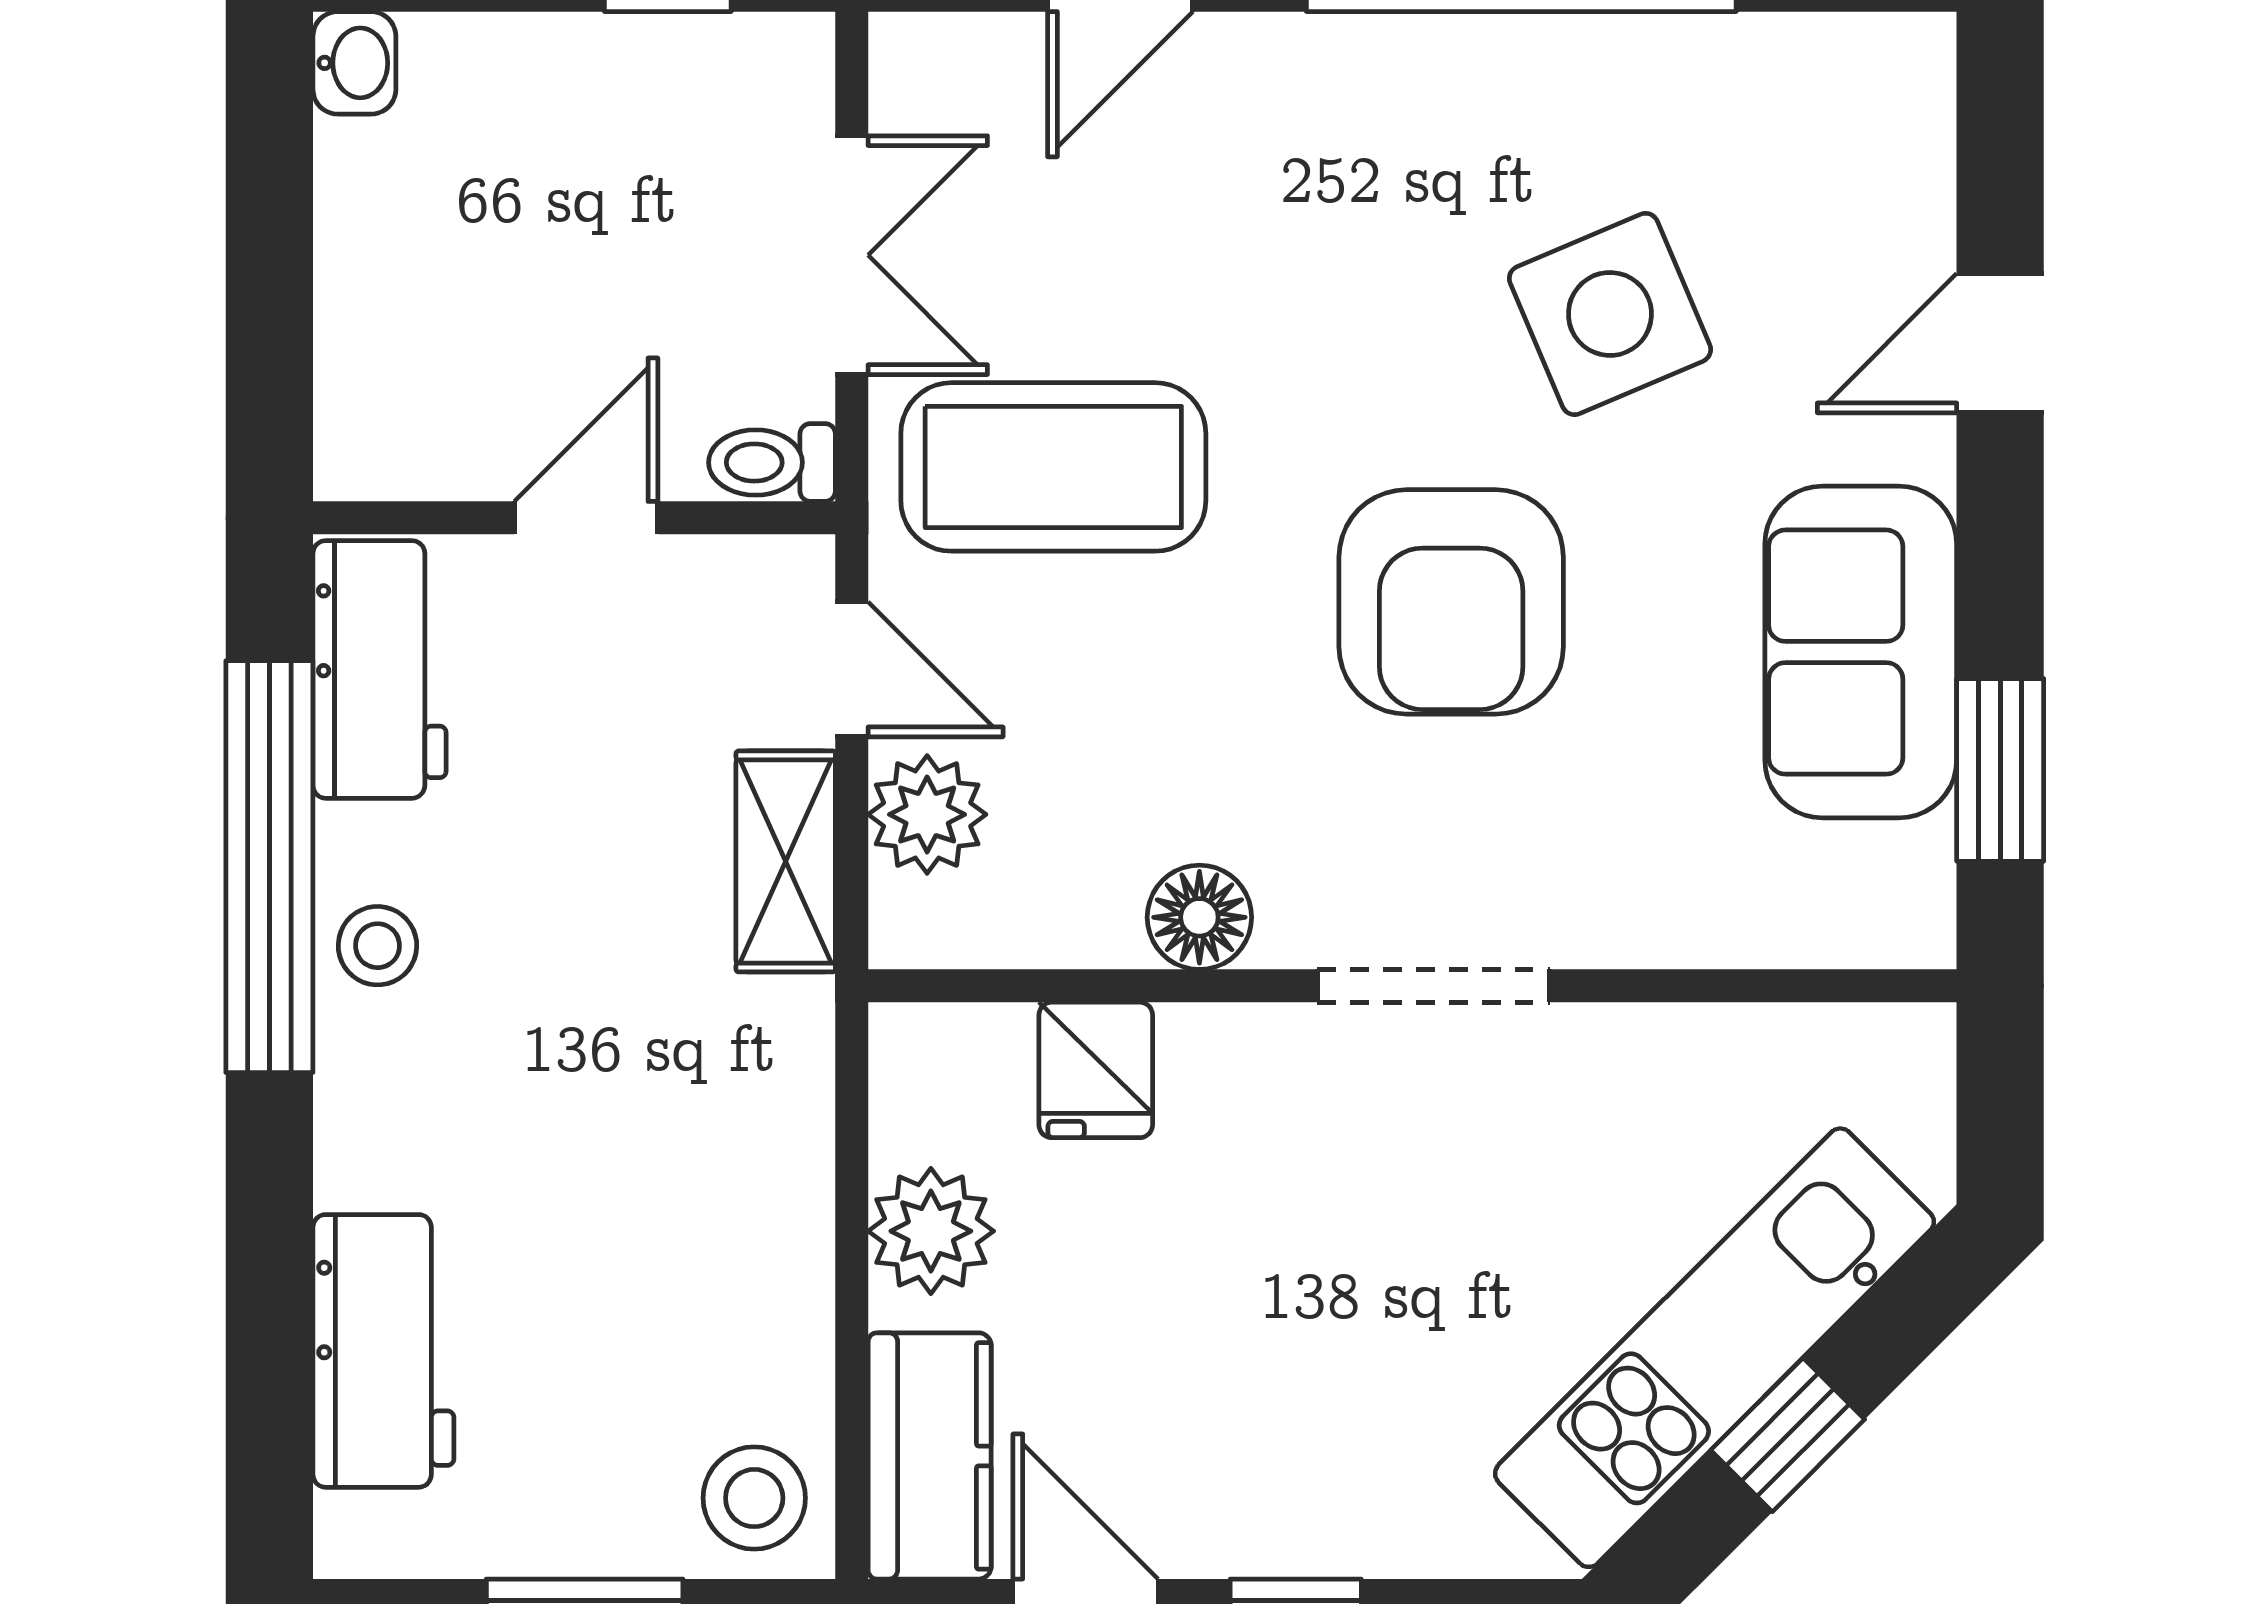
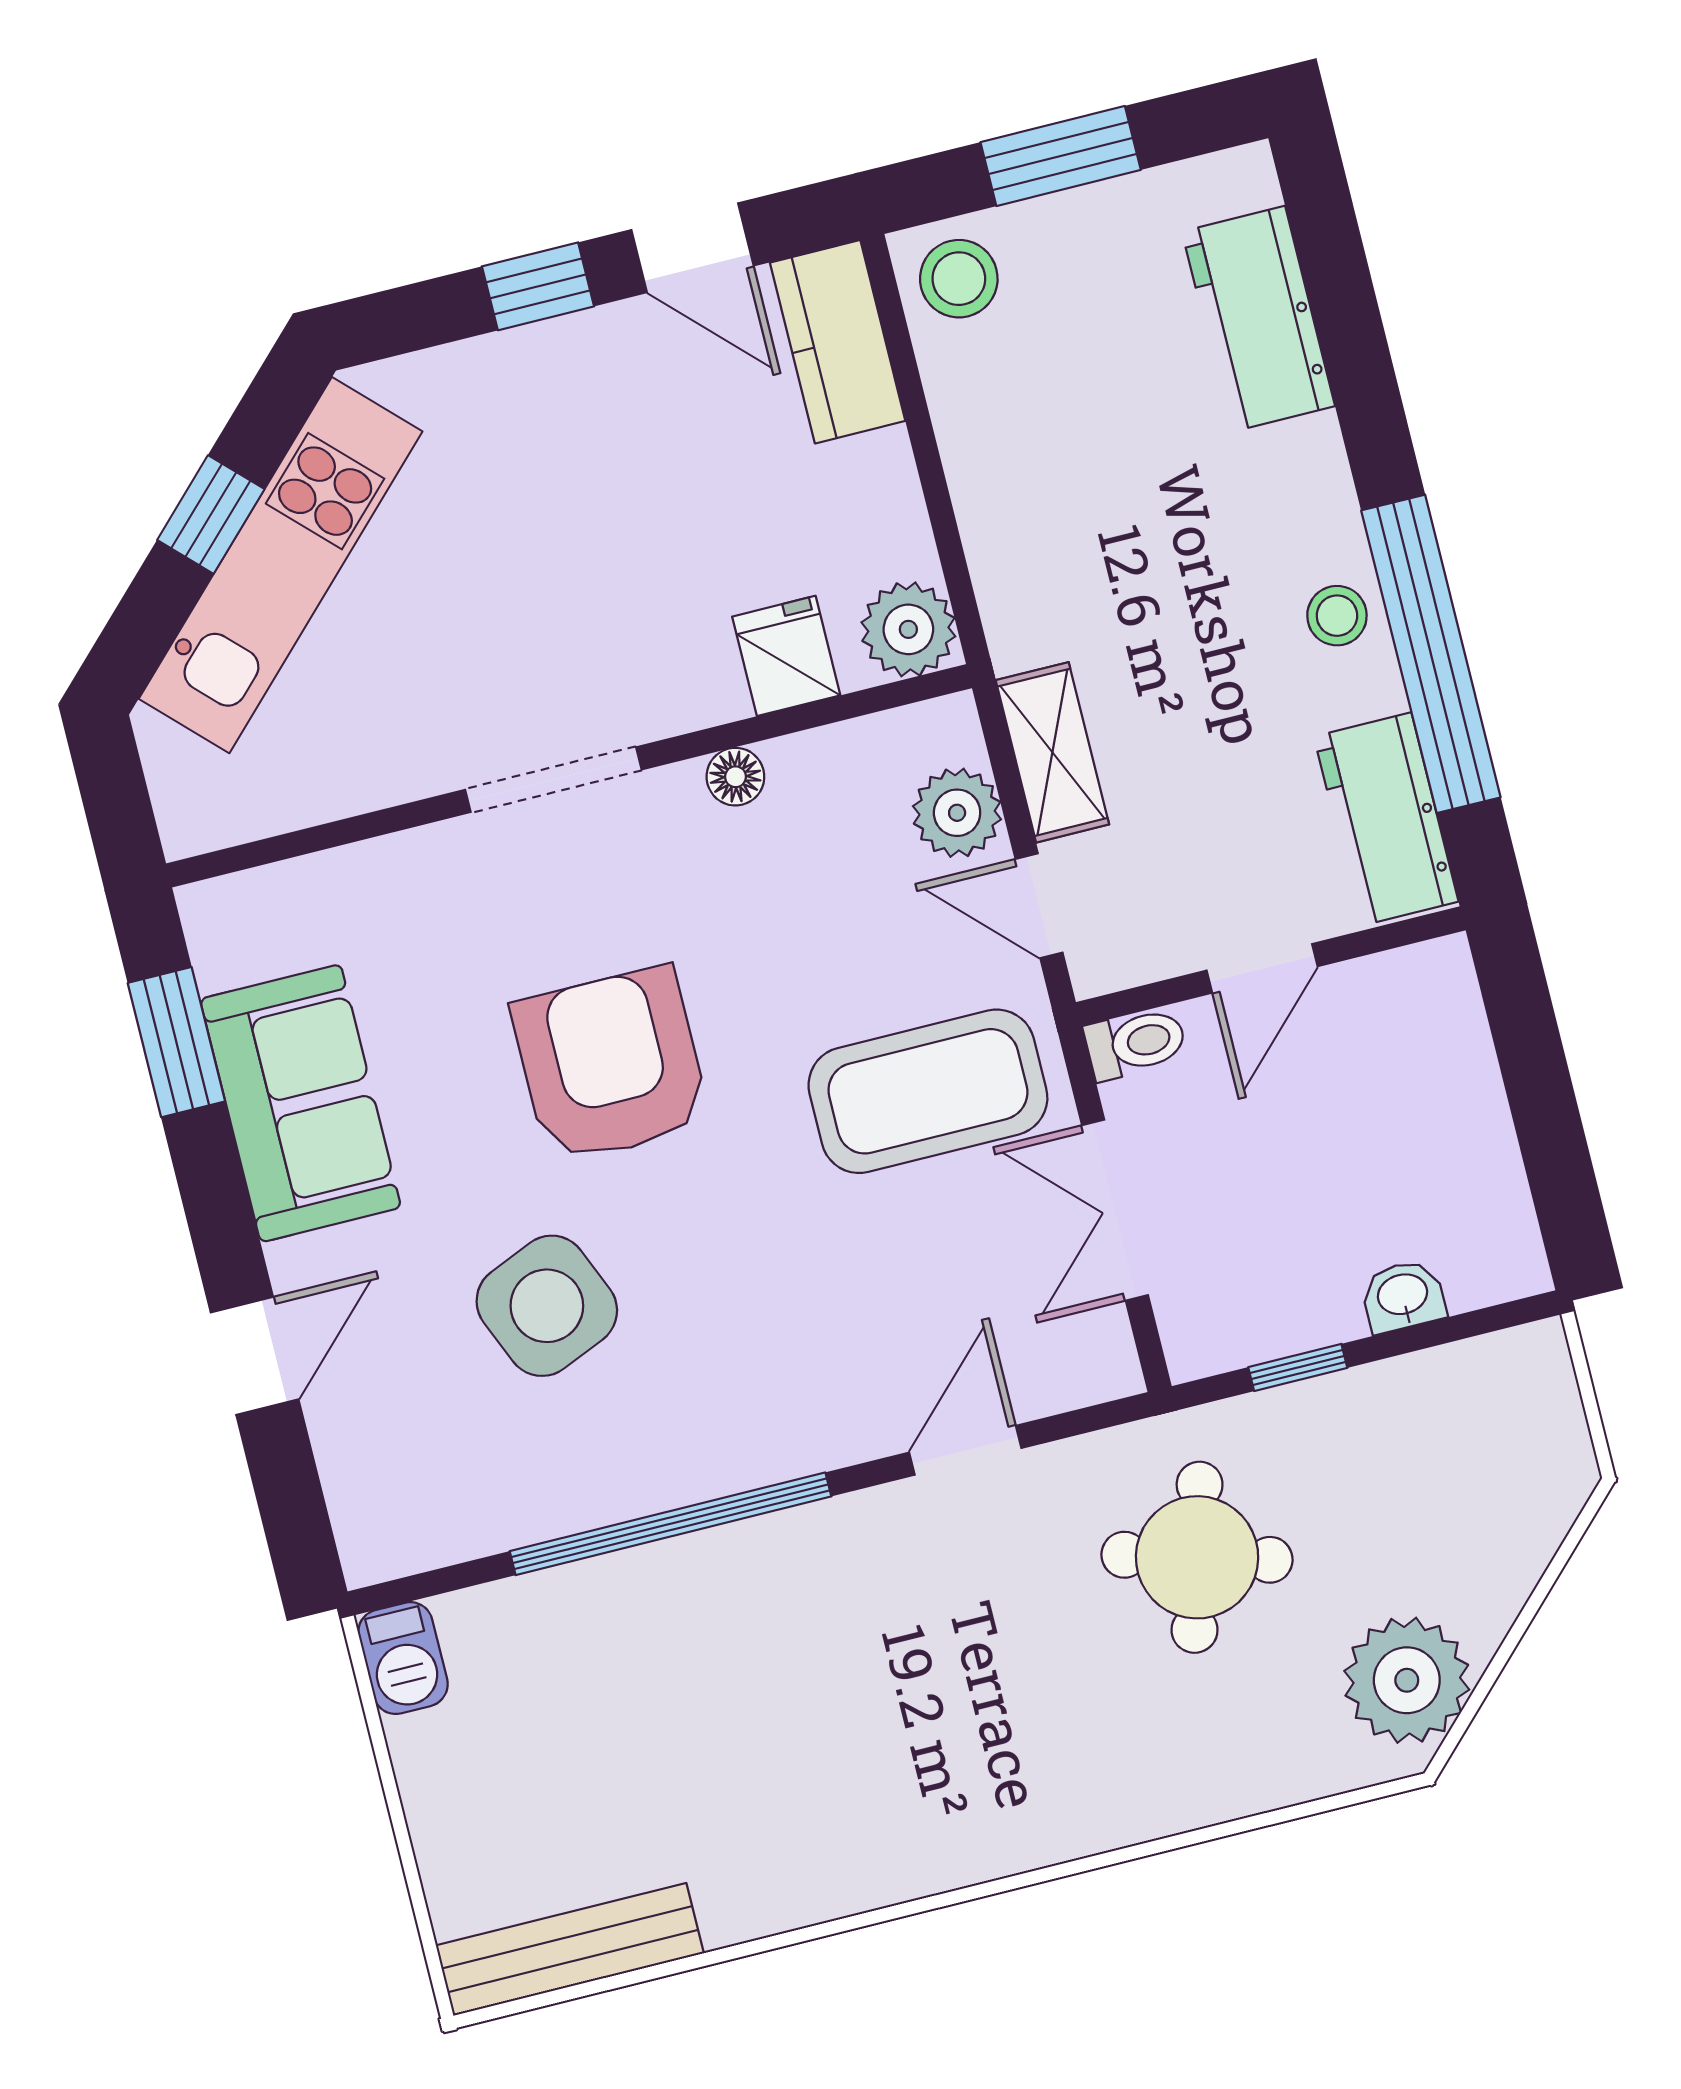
washbasin: (354, 63) -> (1403, 1296), moved, turned 90
floor lamp: (1199, 917) -> (735, 777), width x0.73, depth x0.73
plant: (931, 1231) -> (908, 629), moved

